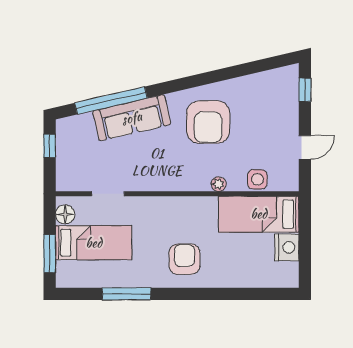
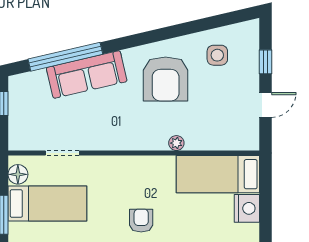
window: (305, 90) -> (266, 62), moved
side table: (257, 179) -> (217, 55), moved
armchair: (184, 259) -> (141, 221), width x0.72, depth x0.72

